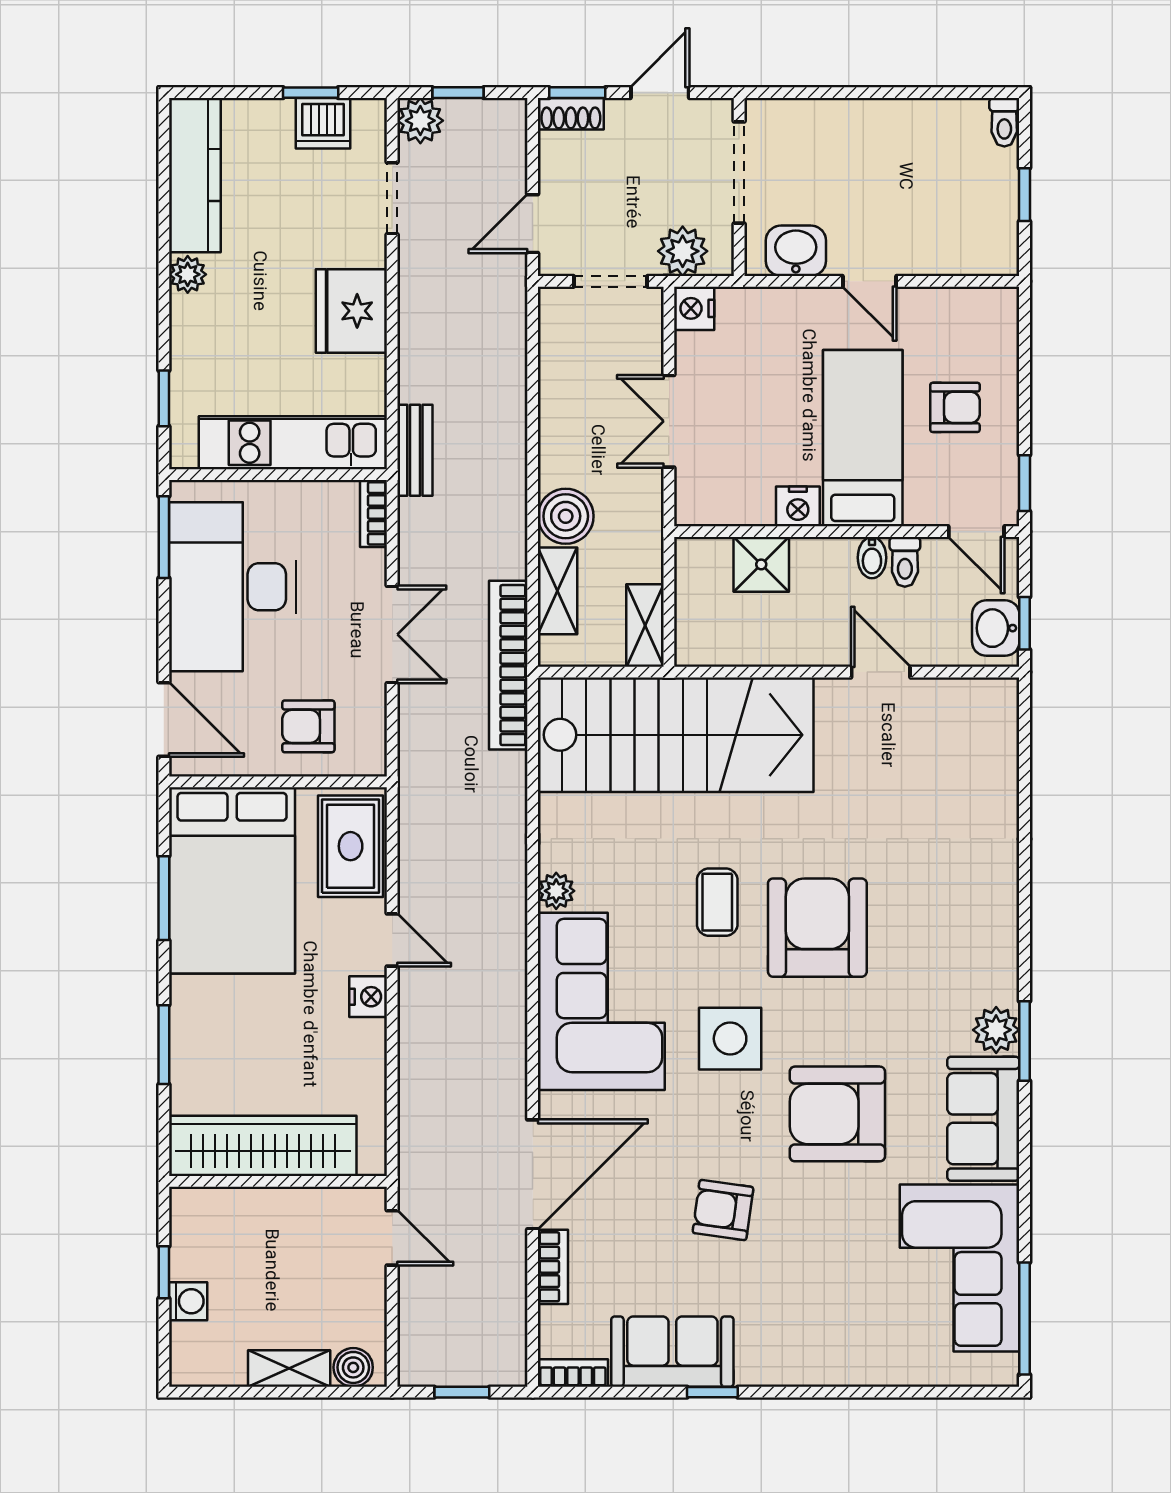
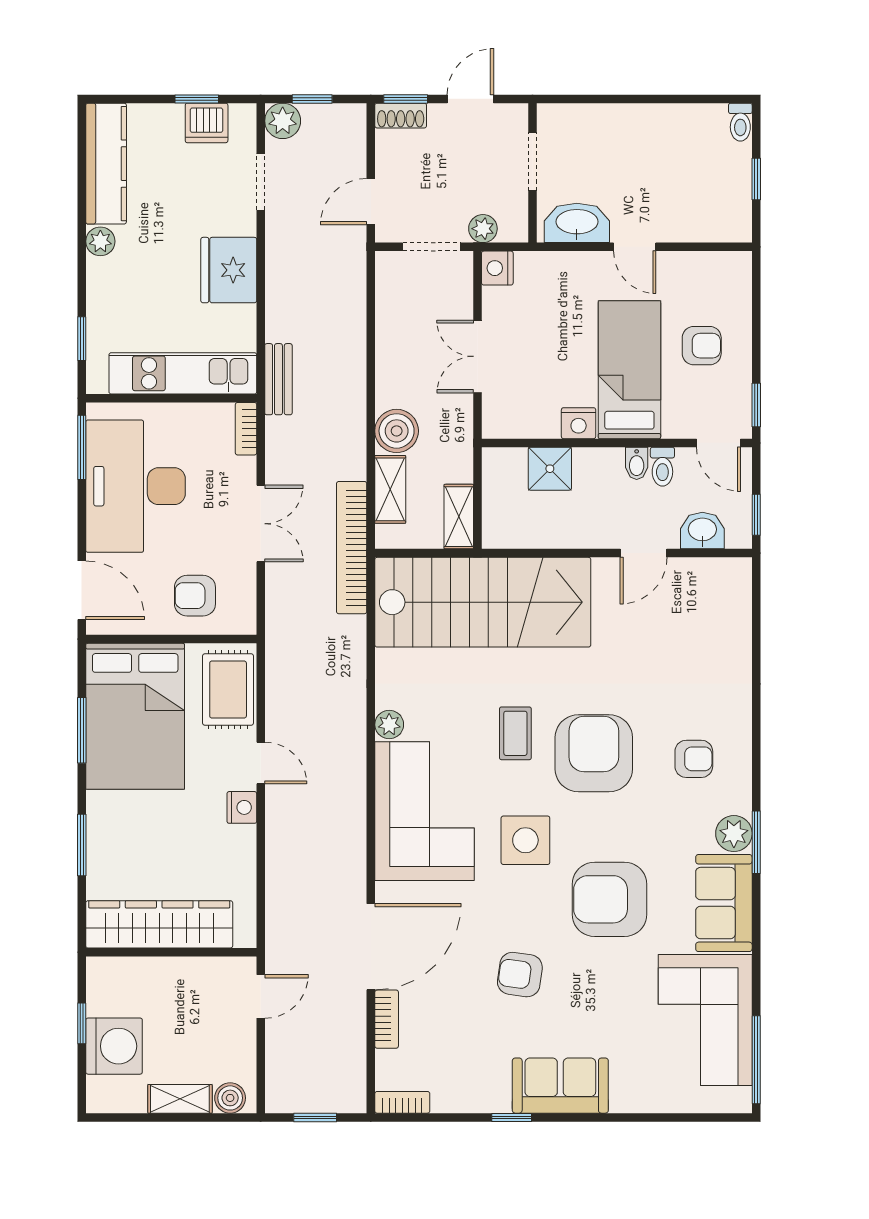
doorway: (739, 172) -> (532, 162), width x0.73
plant: (683, 251) -> (483, 229), width x0.73, depth x0.73
washbasin: (796, 251) -> (577, 223), width x1.38
washbasin: (996, 628) -> (702, 531), moved, turned 90
door: (881, 672) -> (644, 553), swing flipped
armchair: (945, 935) -> (694, 759), added
door: (392, 1238) -> (261, 996), hinge flipped
washing machine: (188, 1301) -> (114, 1046), width x1.89, depth x1.89
sofa: (672, 1352) -> (560, 1086), moved

